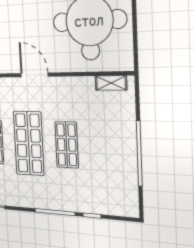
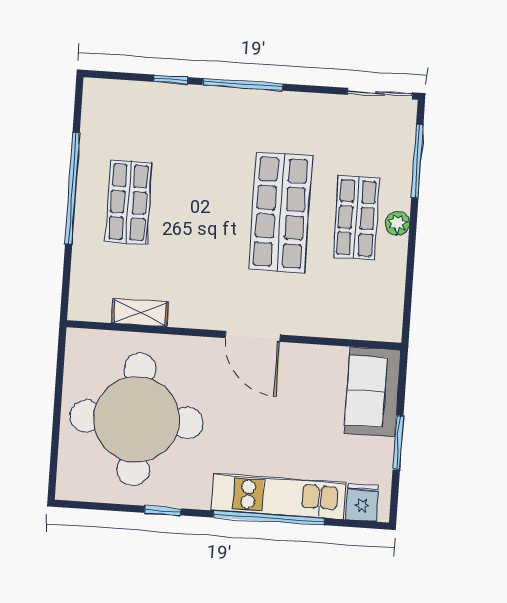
shelving: (111, 83) -> (140, 313), moved
shop shelf: (67, 145) -> (128, 202), moved

